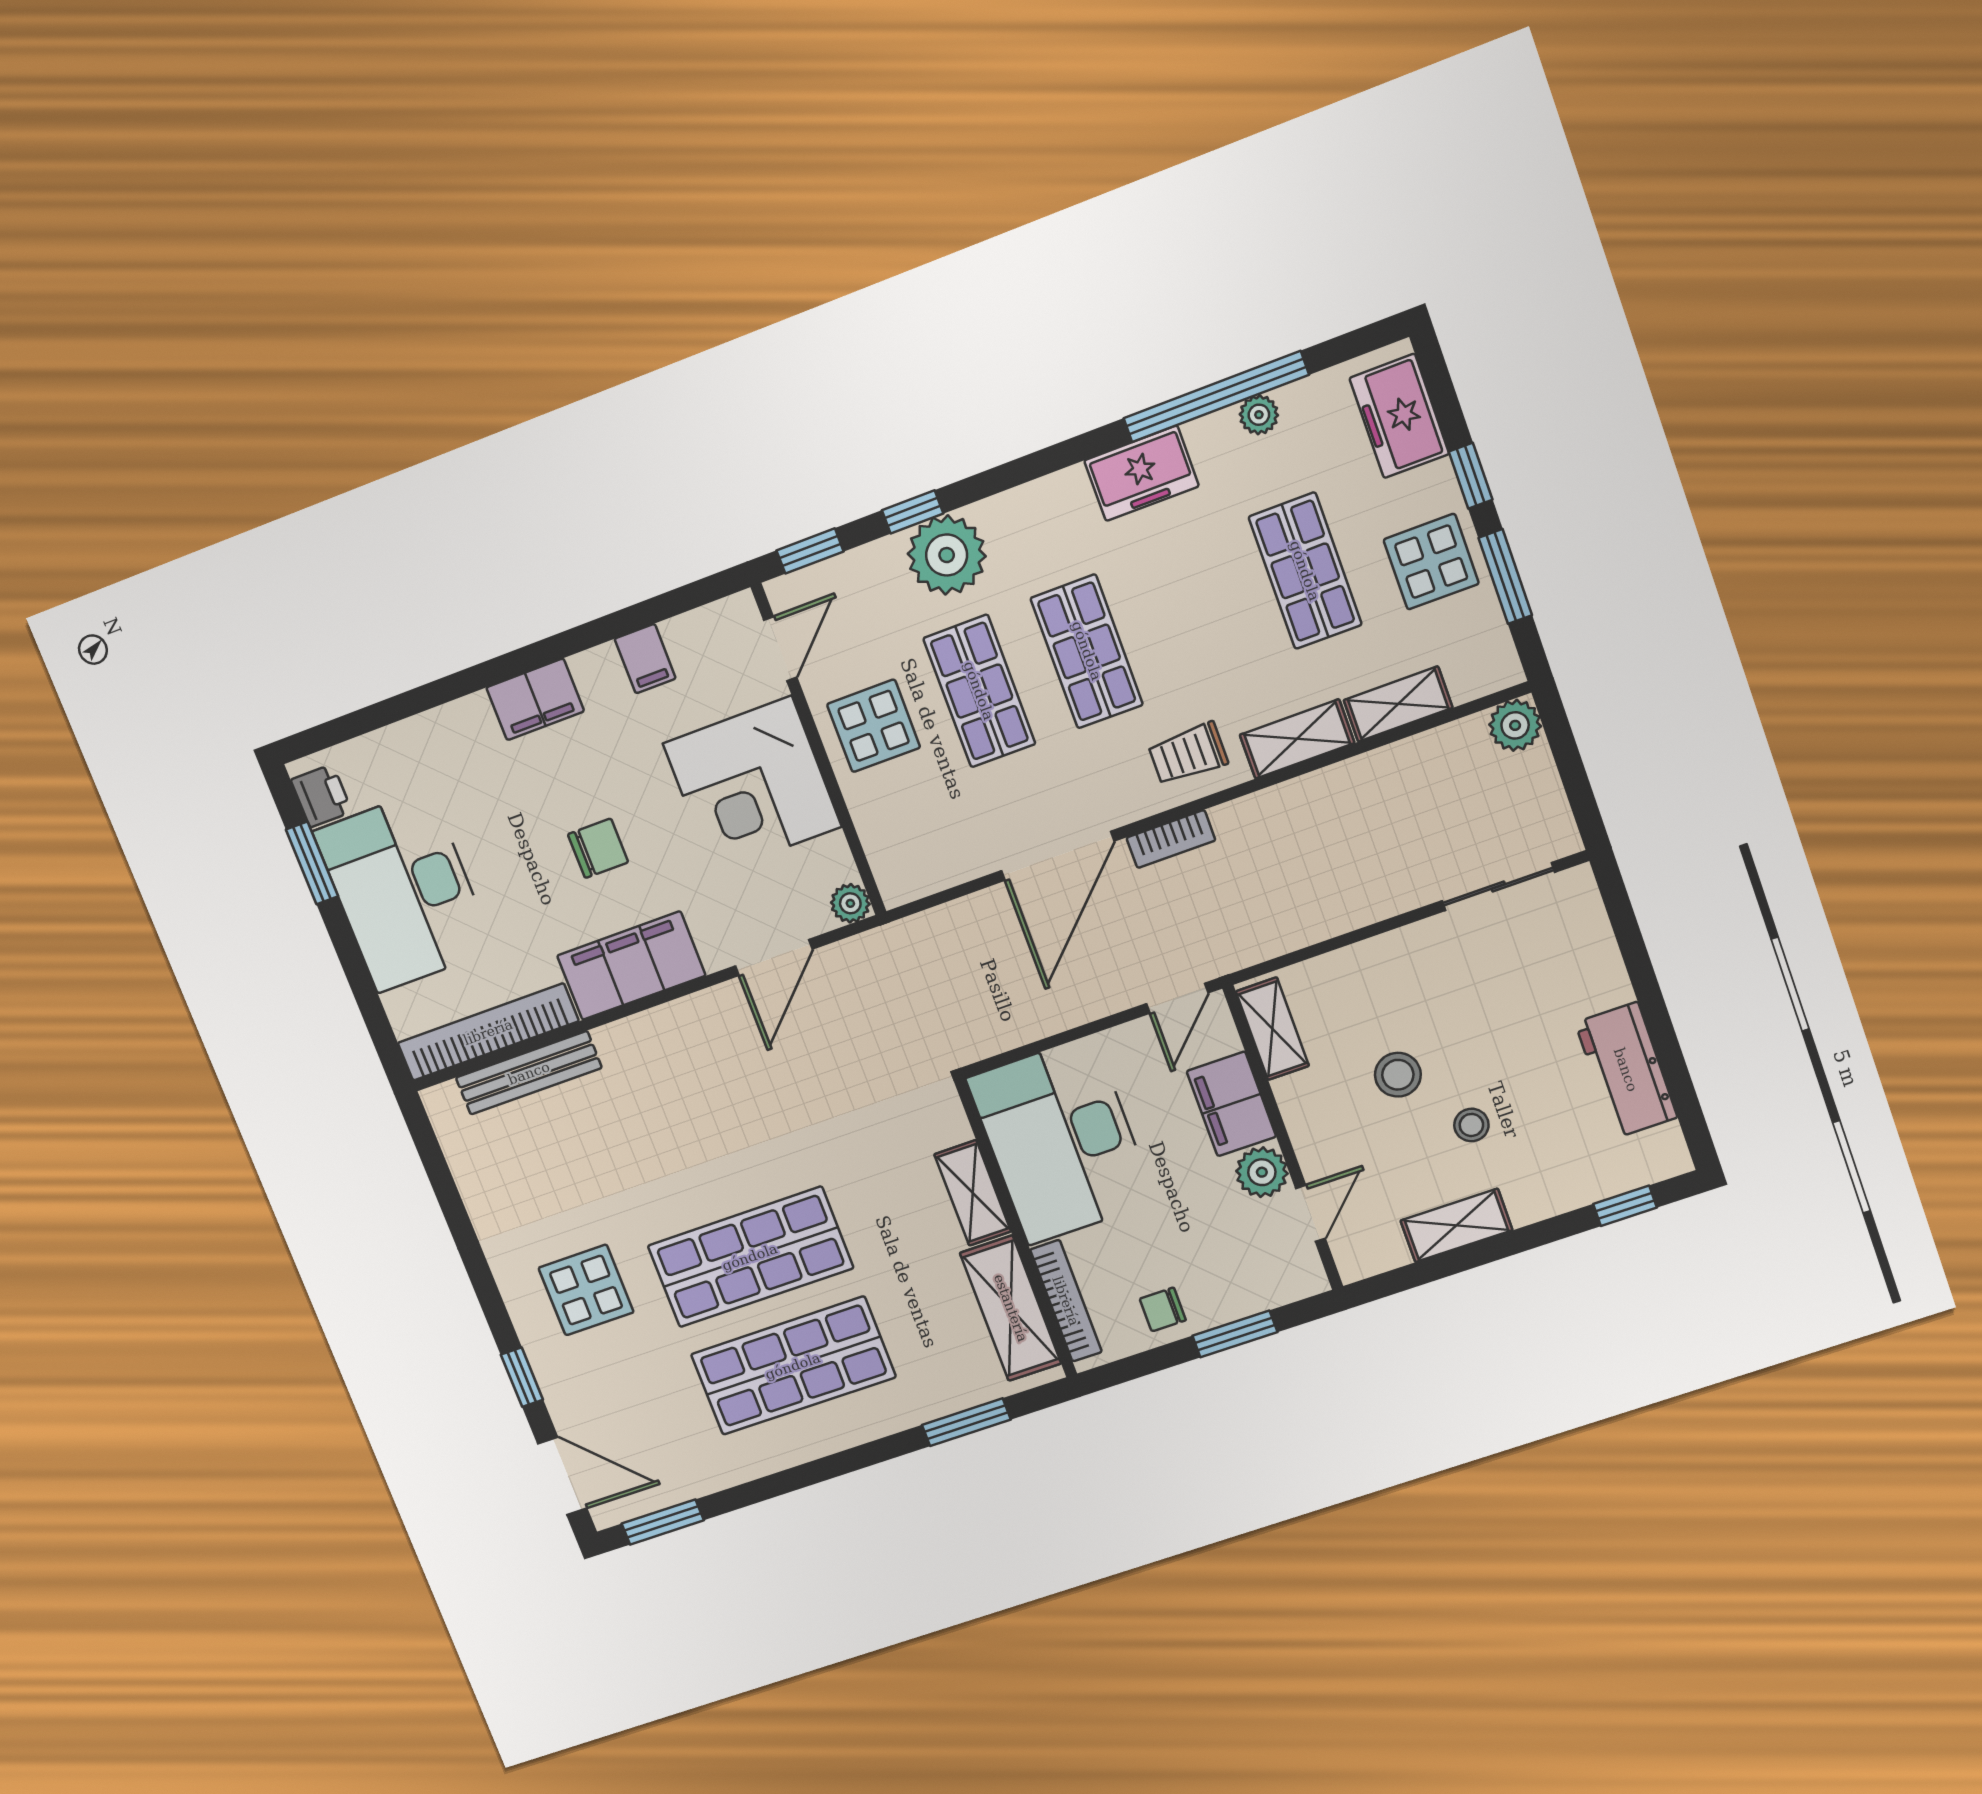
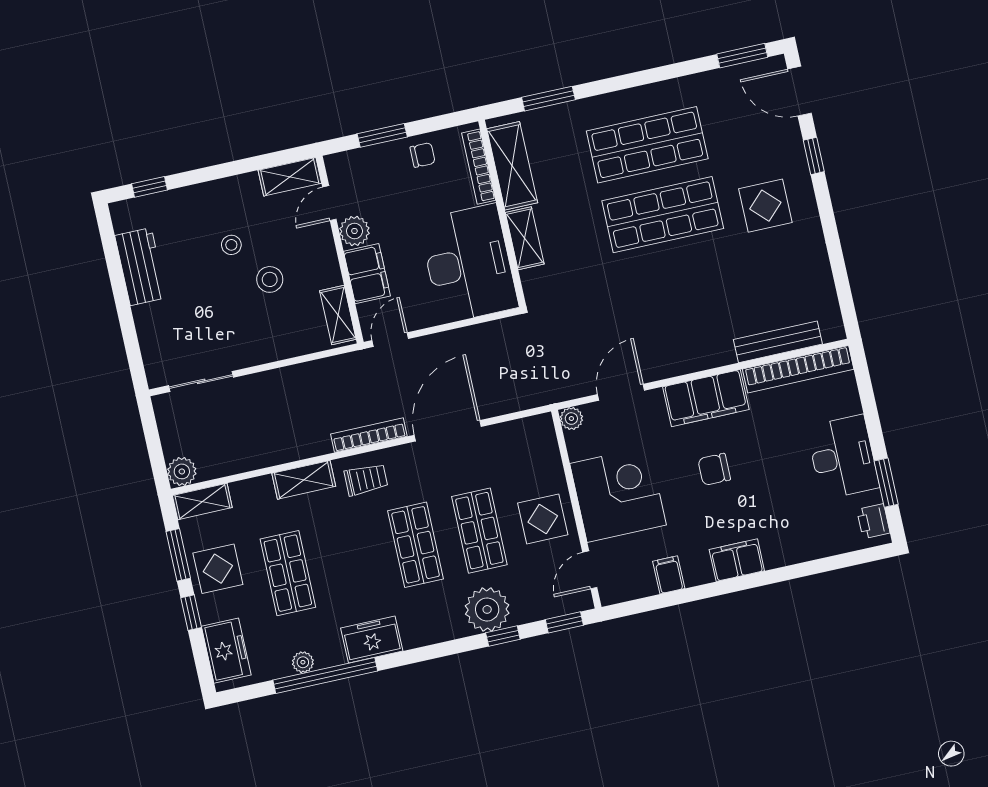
shelving: (1398, 704) -> (202, 502), moved
bookcase: (1171, 839) -> (369, 435), width x1.56
desk: (404, 891) -> (843, 457), width x0.73, depth x0.77
shelving: (1456, 1225) -> (290, 177), moved

